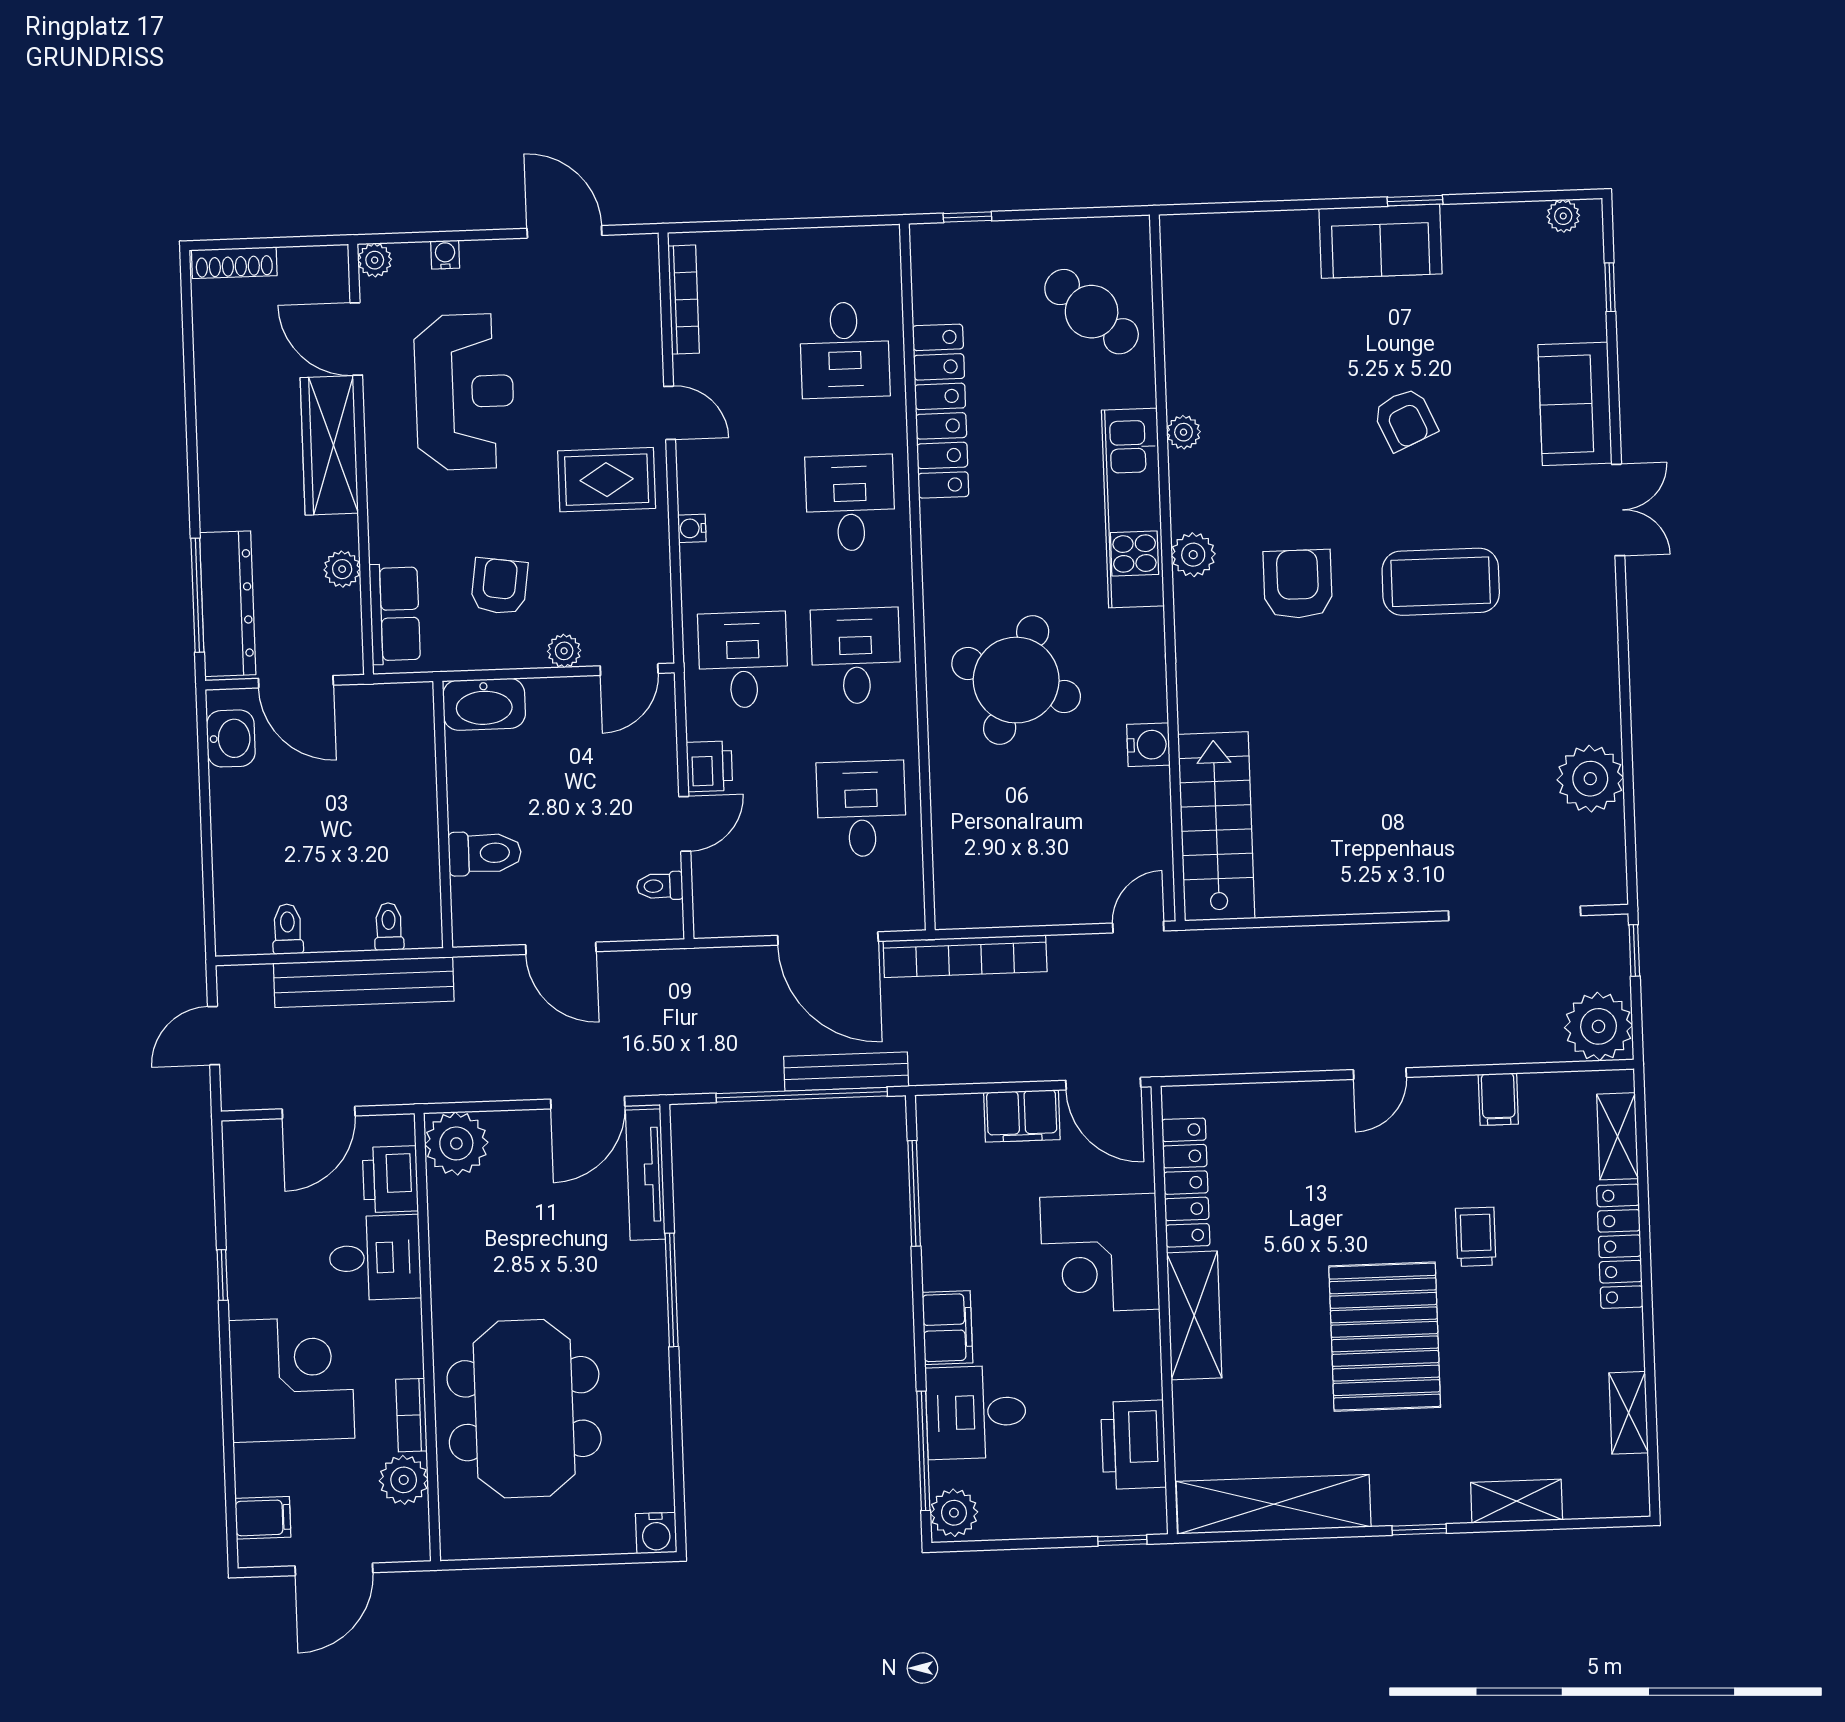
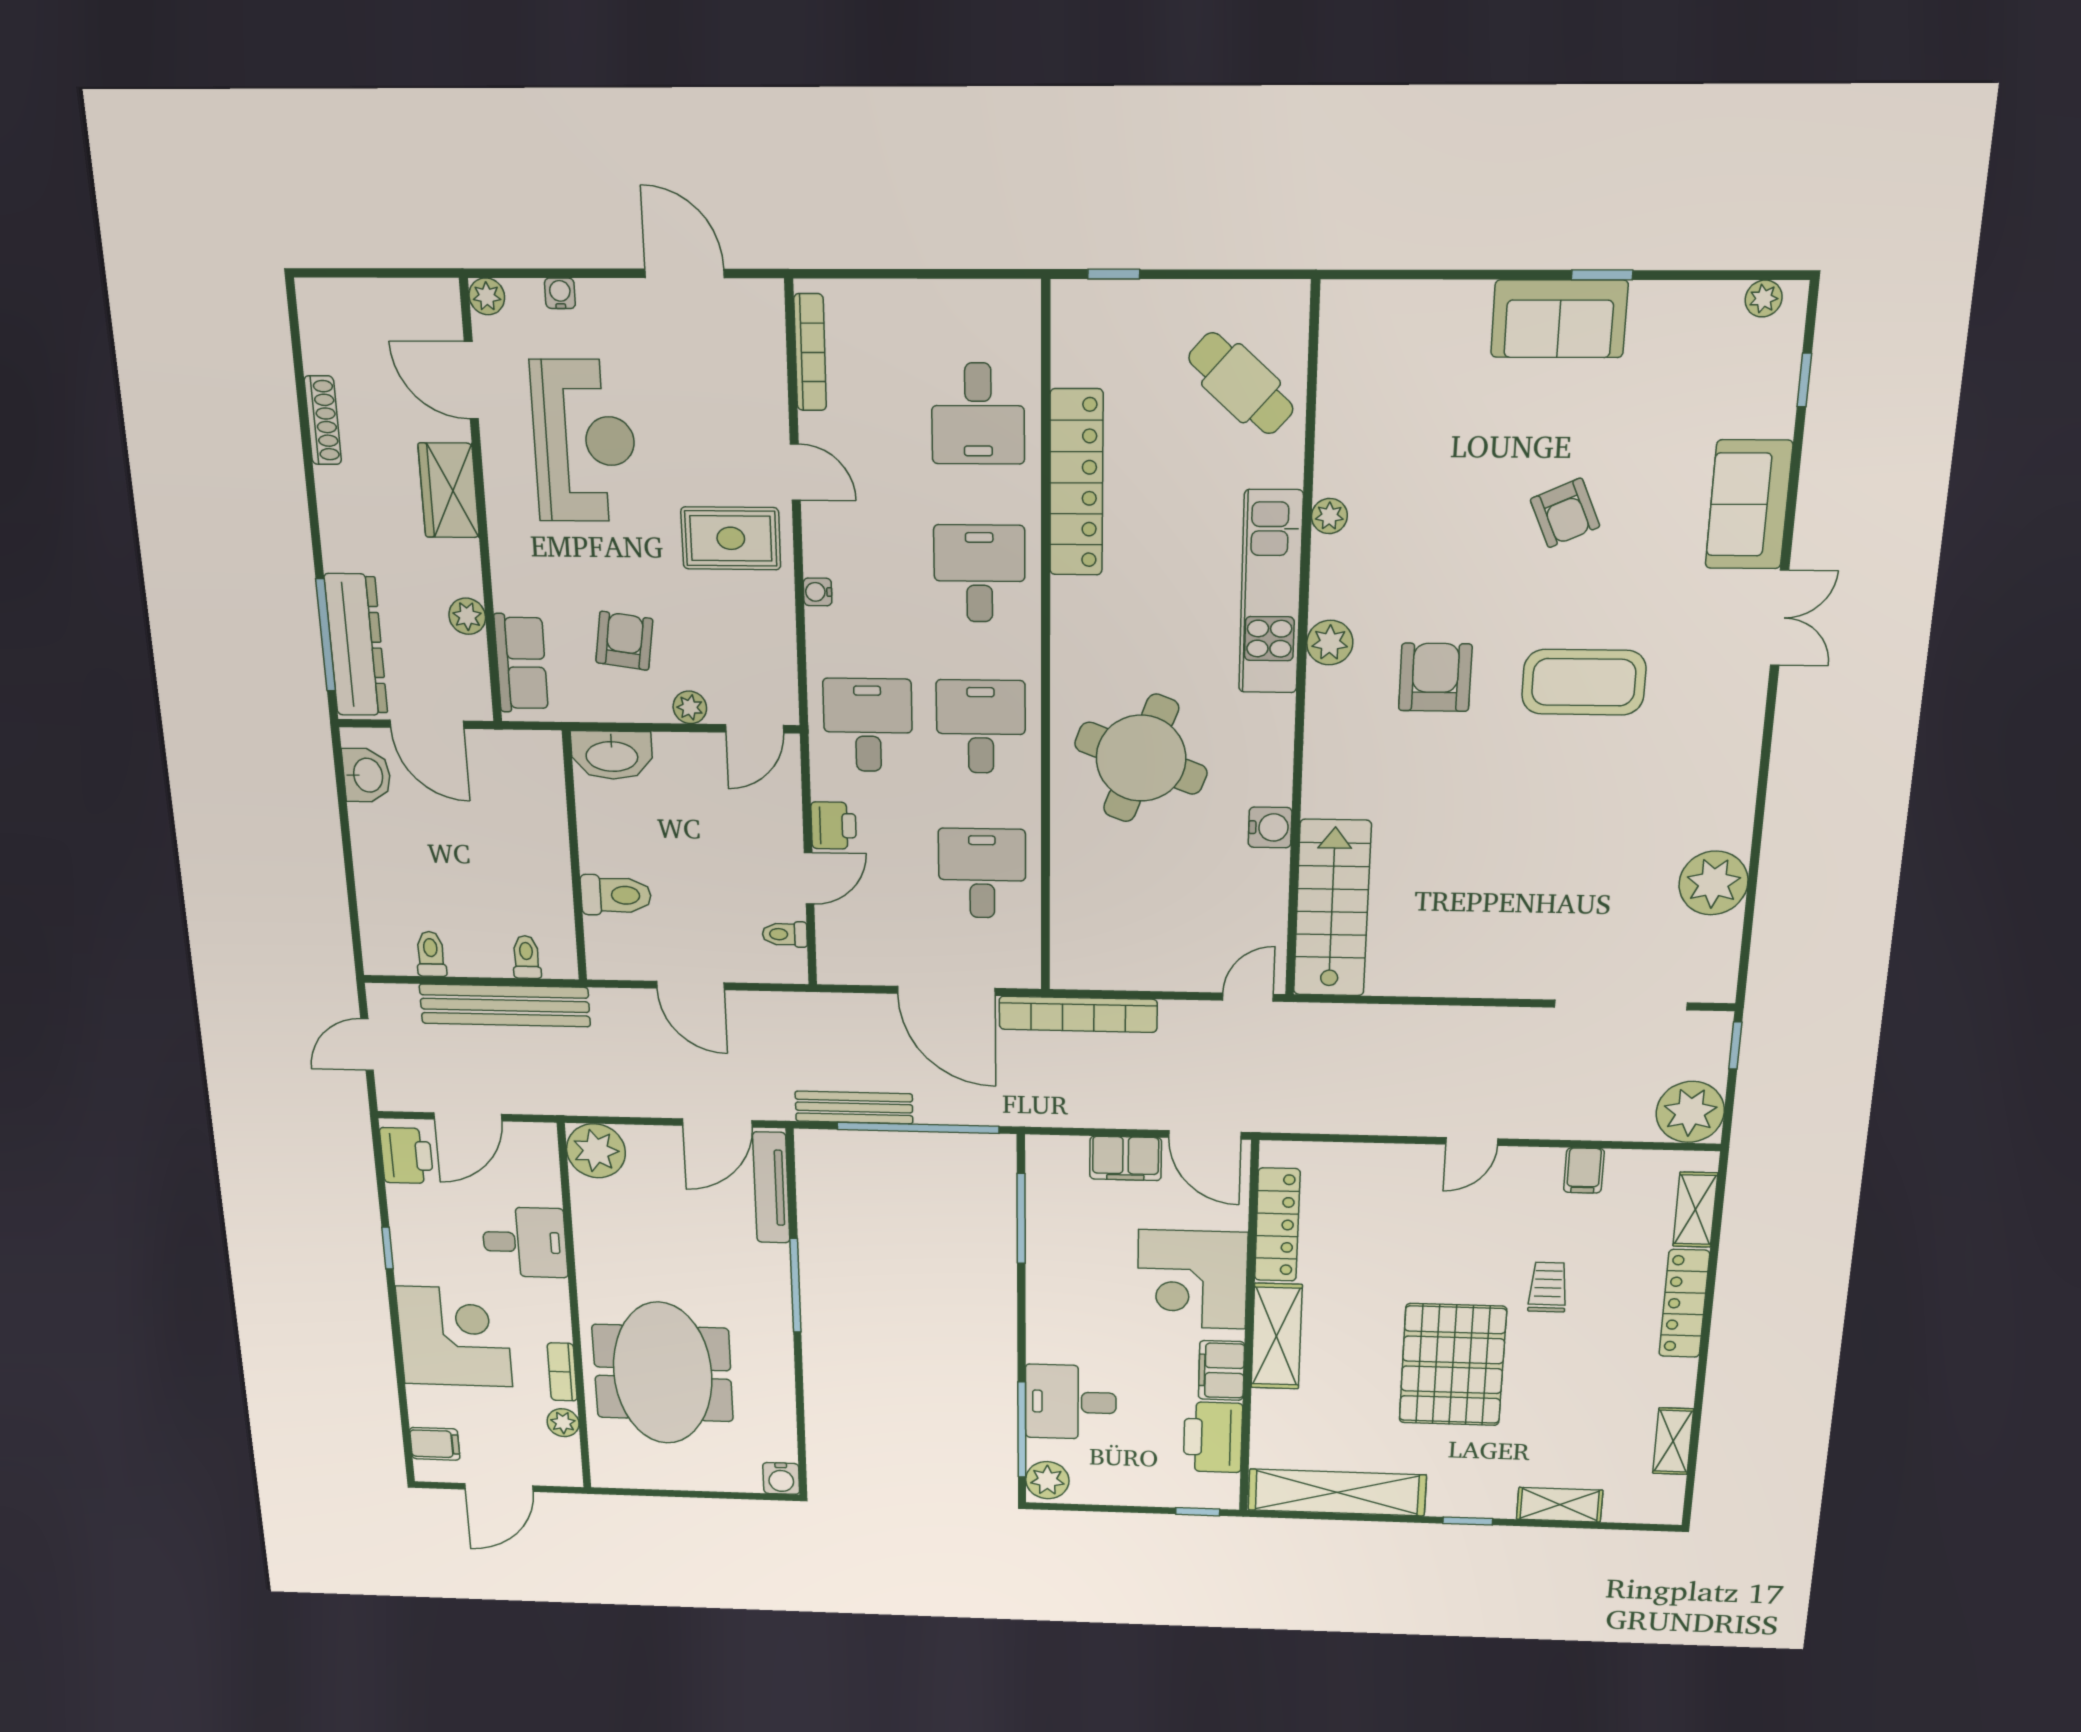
shoe rack: (234, 263) -> (323, 420), moved, turned -90
wardrobe: (329, 445) -> (449, 490), width x0.67
bench: (846, 1071) -> (854, 1107), moved
printer: (390, 1179) -> (407, 1156), moved, turned 180
filing cabinet: (947, 1328) -> (1221, 1370), moved, turned 180
plant: (404, 1480) -> (563, 1423), width x0.73, depth x0.73

